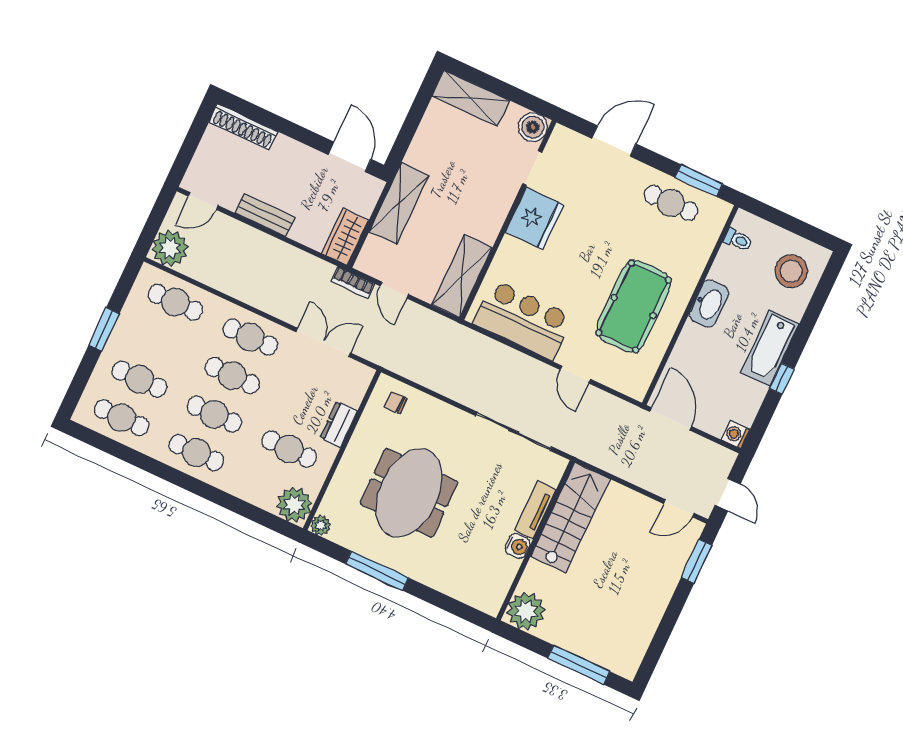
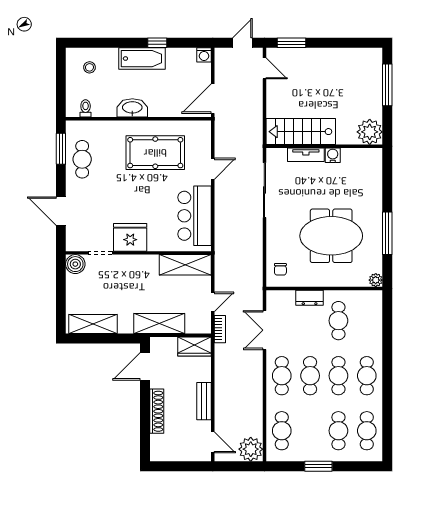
shelving: (471, 98) -> (93, 324), moved, turned 90
shoe rack: (243, 127) -> (157, 411), moved
stool: (791, 271) -> (89, 67), width x0.53, depth x0.53
plant: (294, 505) -> (371, 302), removed

